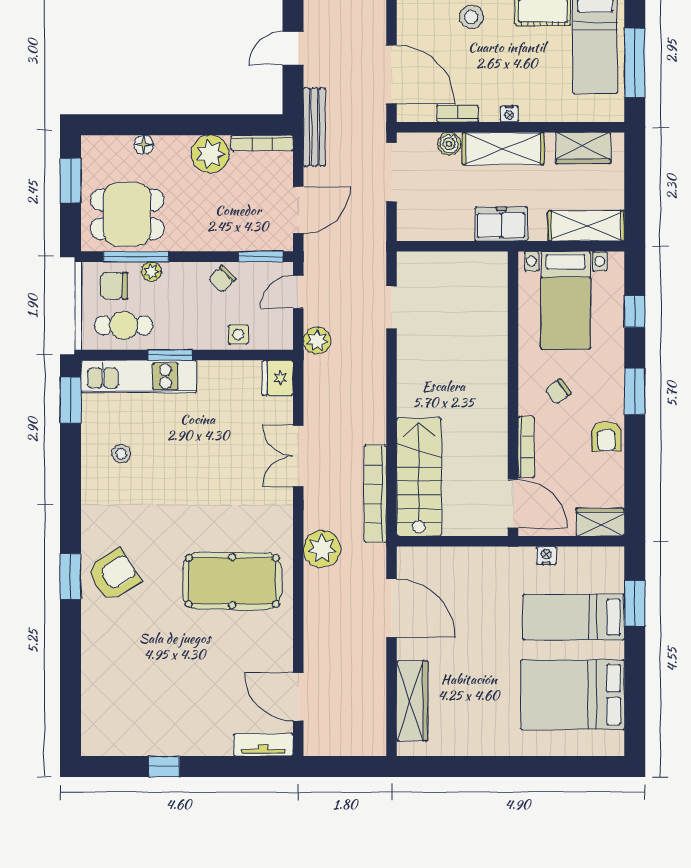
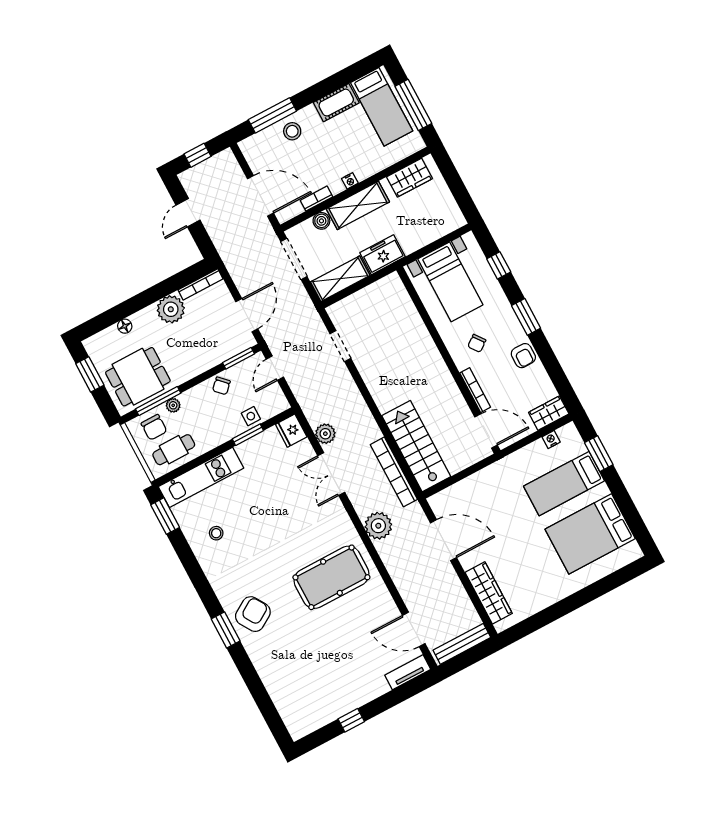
bench: (314, 127) -> (462, 644), moved, turned 90
shelving: (586, 226) -> (340, 279), moved
chair: (114, 286) -> (154, 427), turned -90
plant: (317, 341) -> (325, 434), moved
window: (170, 355) -> (248, 435), moved
nightstand: (546, 556) -> (551, 439), moved

